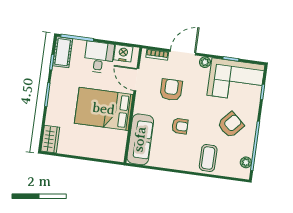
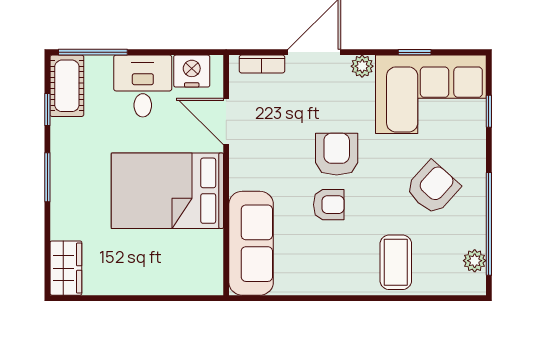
armchair: (171, 90) -> (337, 154), moved

